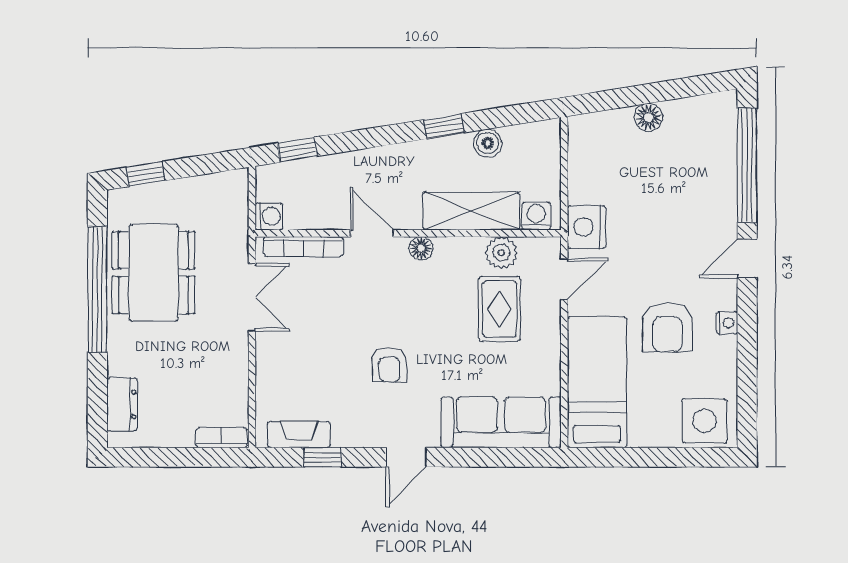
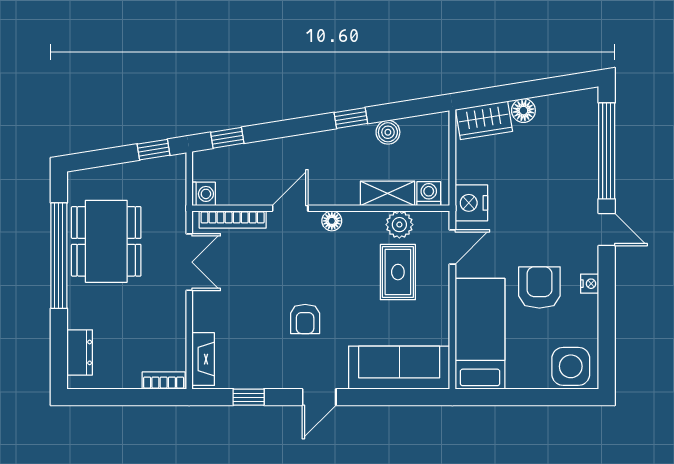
wardrobe: (602, 129) -> (484, 120), added
window: (145, 174) -> (153, 150), moved
shelving: (471, 211) -> (388, 193), width x0.67, depth x0.75
door: (372, 233) -> (290, 208), hinge flipped
door: (747, 258) -> (607, 229), swing flipped
armchair: (667, 327) -> (539, 287), turned 180
fireplace: (299, 434) -> (203, 359), moved, turned 90

